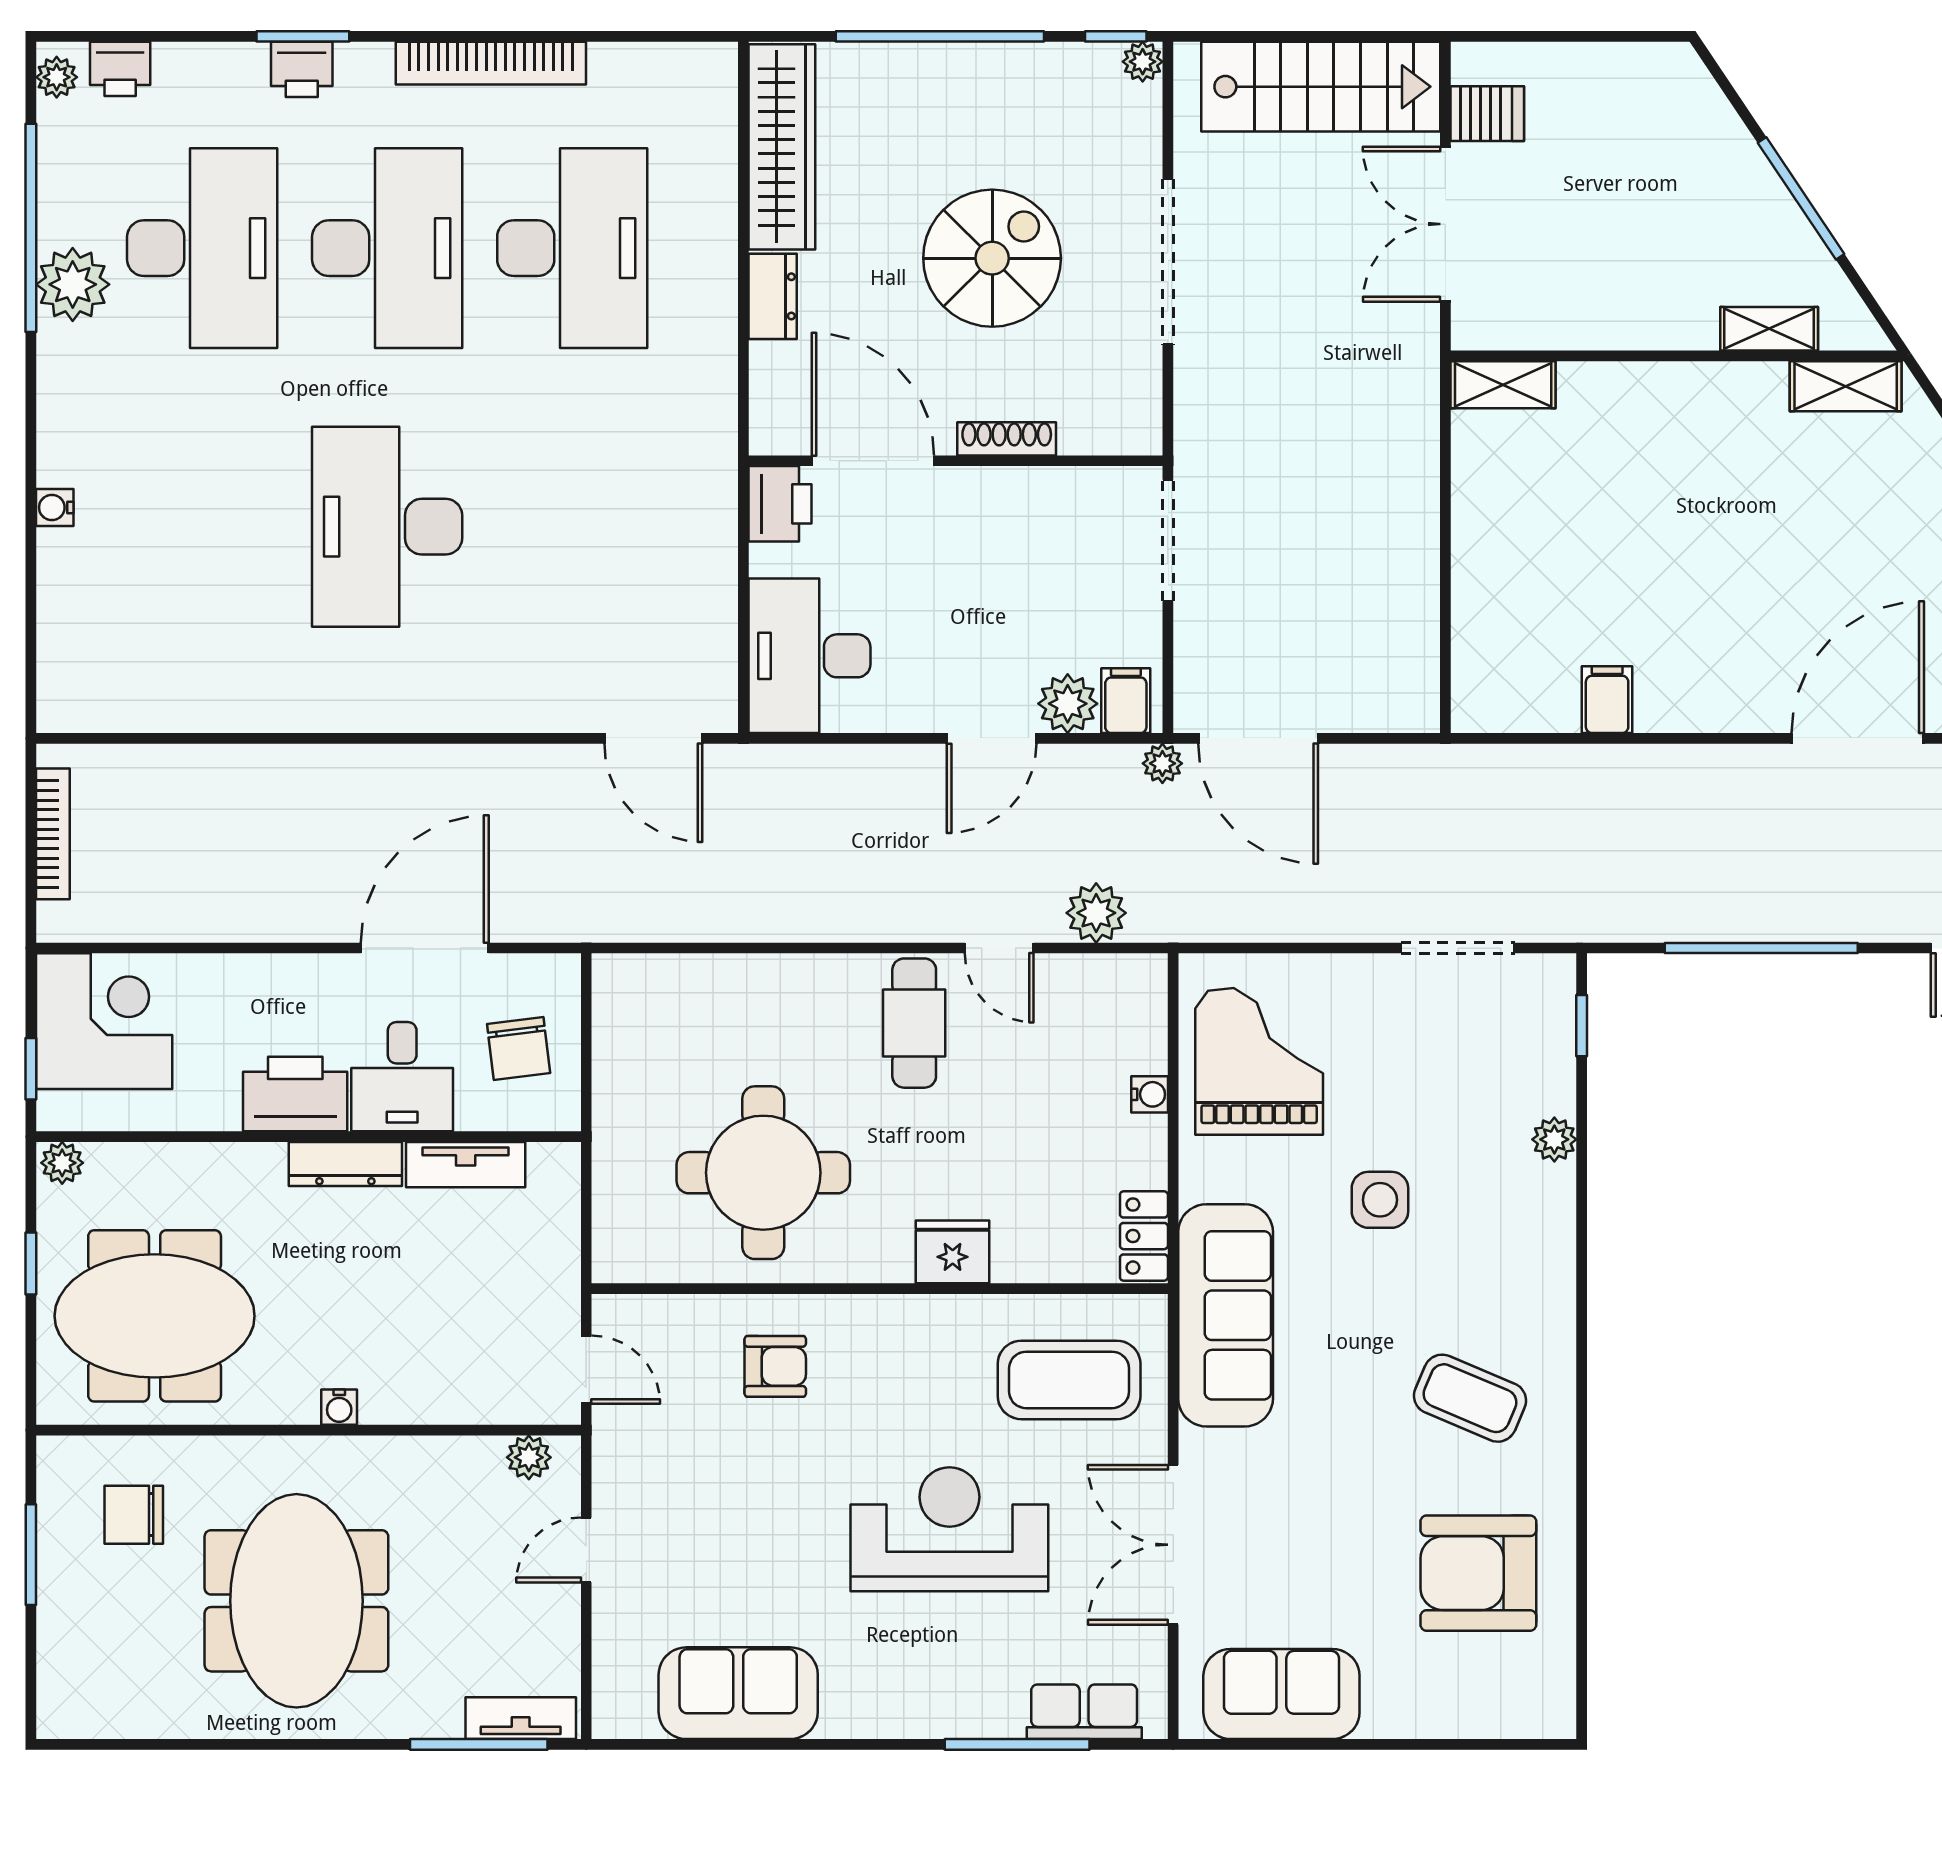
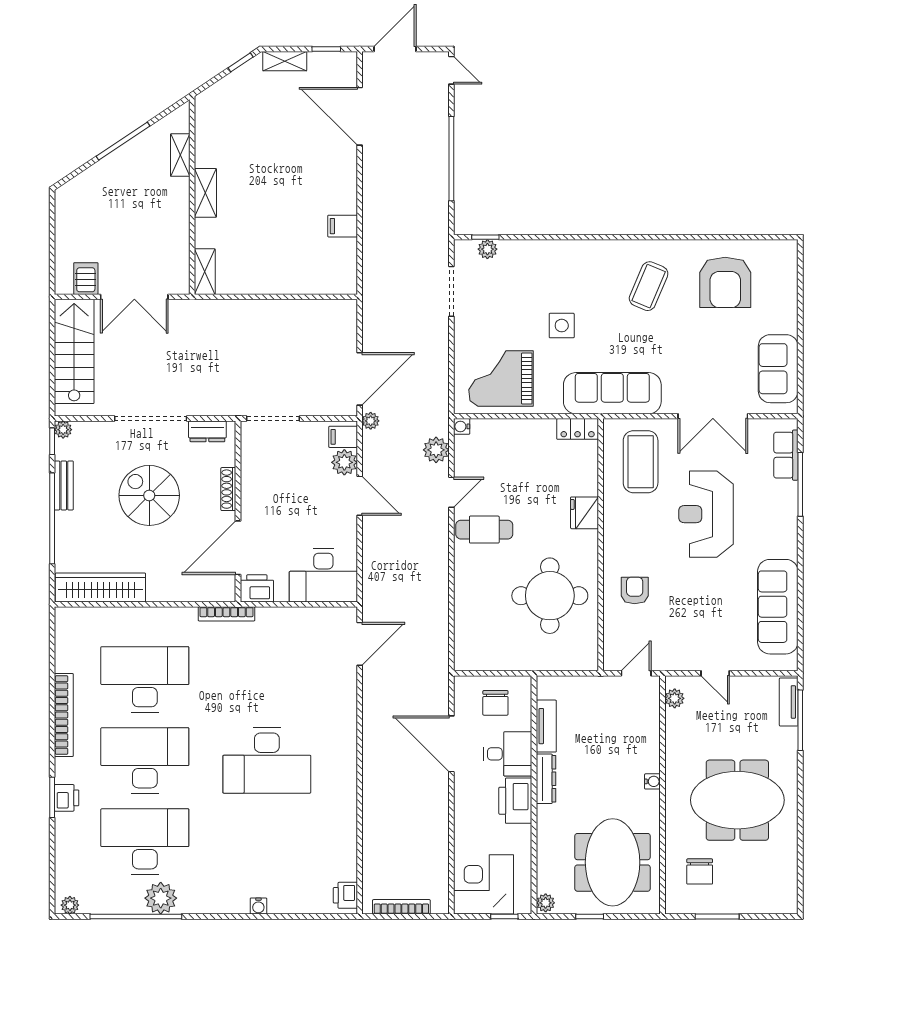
bench: (1015, 63) -> (64, 485), added
printer: (120, 69) -> (345, 895), moved, turned 180
dresser: (773, 296) -> (207, 431), moved, turned 180
shelving: (1846, 386) -> (205, 193), moved
bookcase: (722, 435) -> (226, 614), added
chair: (519, 1048) -> (495, 703), turned 97
water cooler: (1150, 1094) -> (462, 426), moved, turned -90
plant: (1554, 1139) -> (487, 249), moved
sofa: (738, 1693) -> (778, 607), width x1.36

